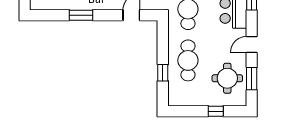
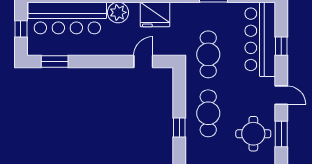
window: (81, 15) -> (55, 62), moved
door: (252, 45) -> (281, 95), swing flipped

